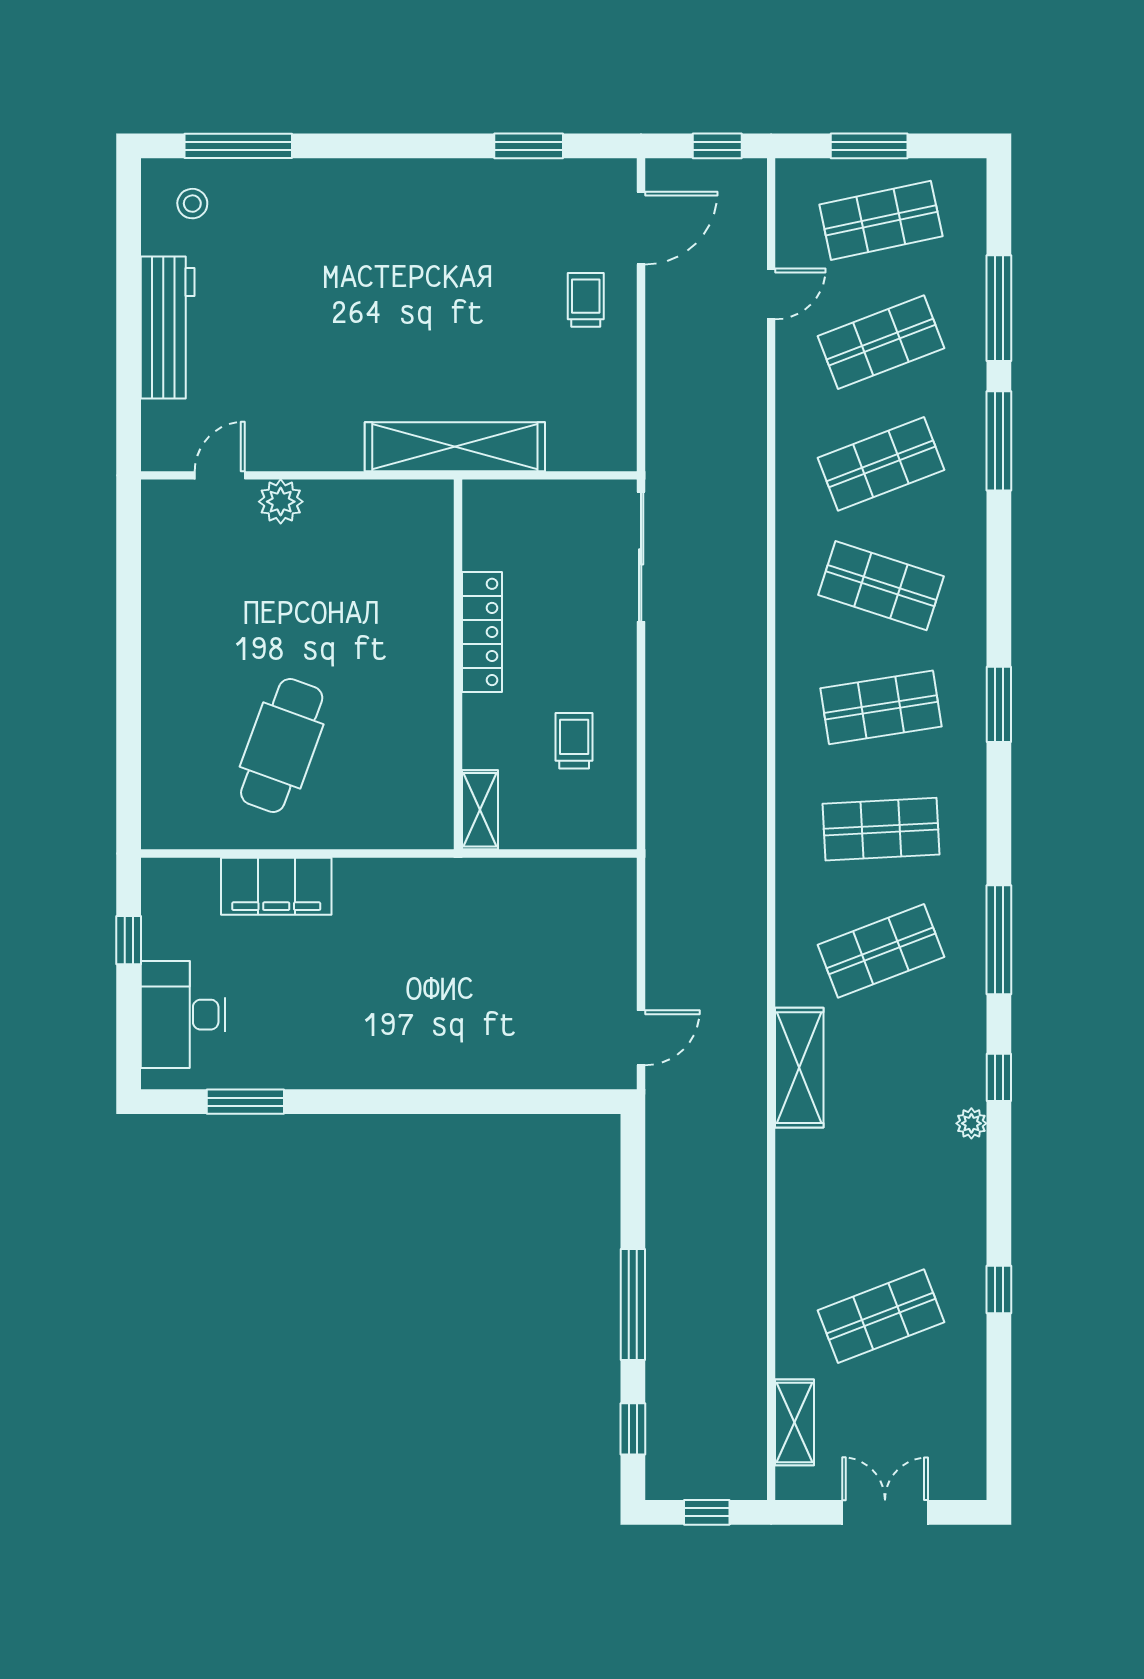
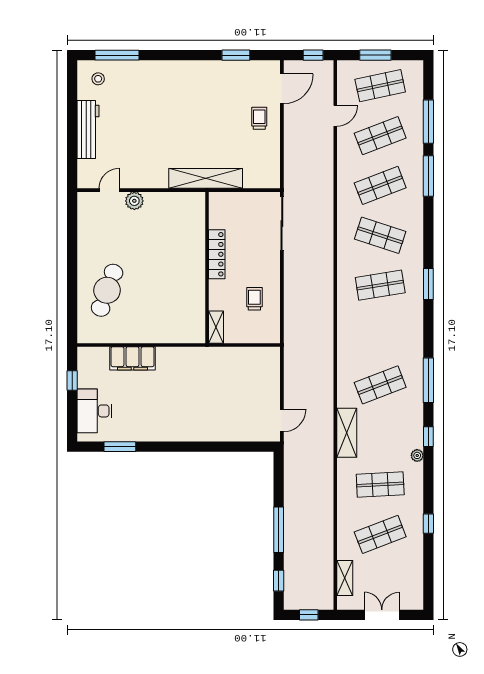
cafe table: (282, 745) -> (107, 290), moved
shop shelf: (881, 829) -> (380, 485), moved

